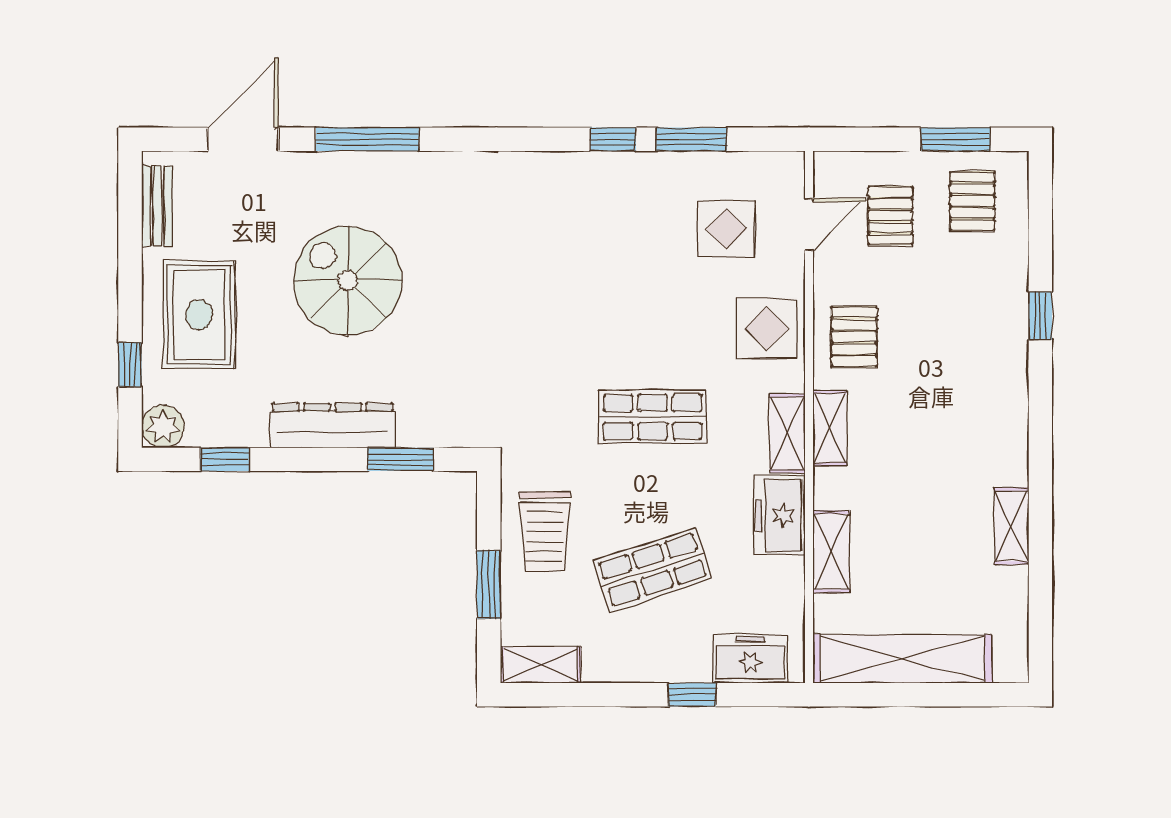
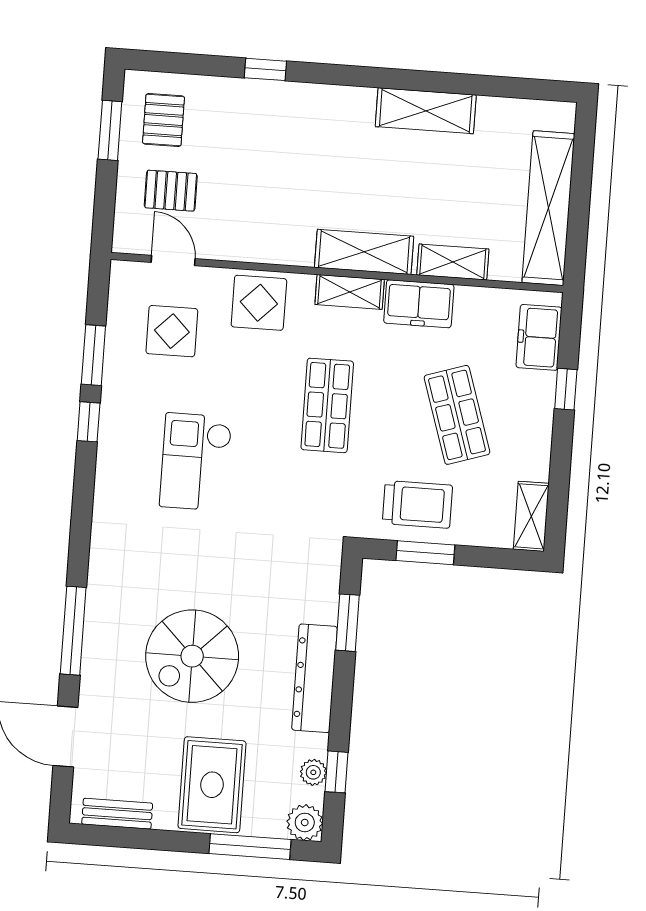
pallet: (972, 201) -> (164, 120), turned 90
checkout: (575, 268) -> (196, 462), added
rug: (199, 315) -> (212, 785), turned 90
pallet: (854, 337) -> (271, 229), removed
window: (130, 365) -> (250, 847), width x2.17
shelving: (830, 428) -> (364, 252), width x1.50, depth x1.33
plant: (222, 432) -> (313, 772), added
shelving: (1011, 526) -> (426, 111), width x1.50, depth x1.33
window: (489, 585) -> (425, 553), moved

